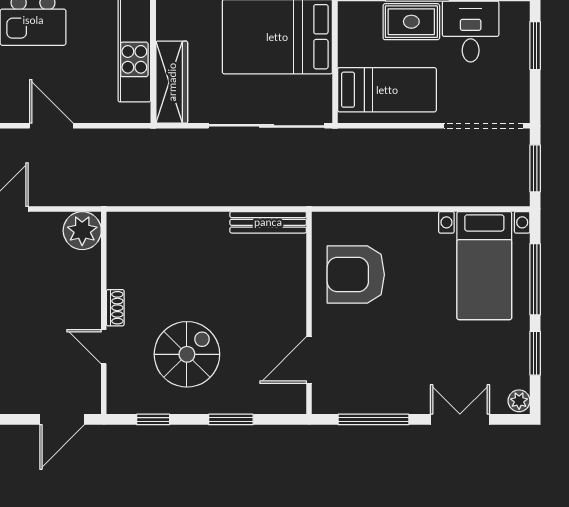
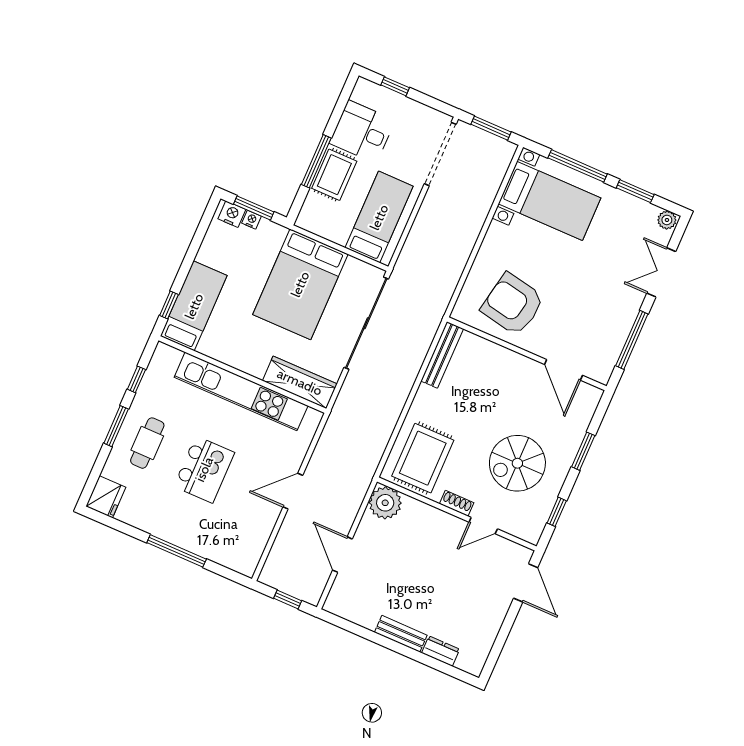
window: (535, 46) -> (395, 86), width x0.67
rug: (148, 250) -> (423, 458), added
armchair: (356, 275) -> (513, 304), turned 101
spiral stairs: (187, 354) -> (517, 463), turned -90

